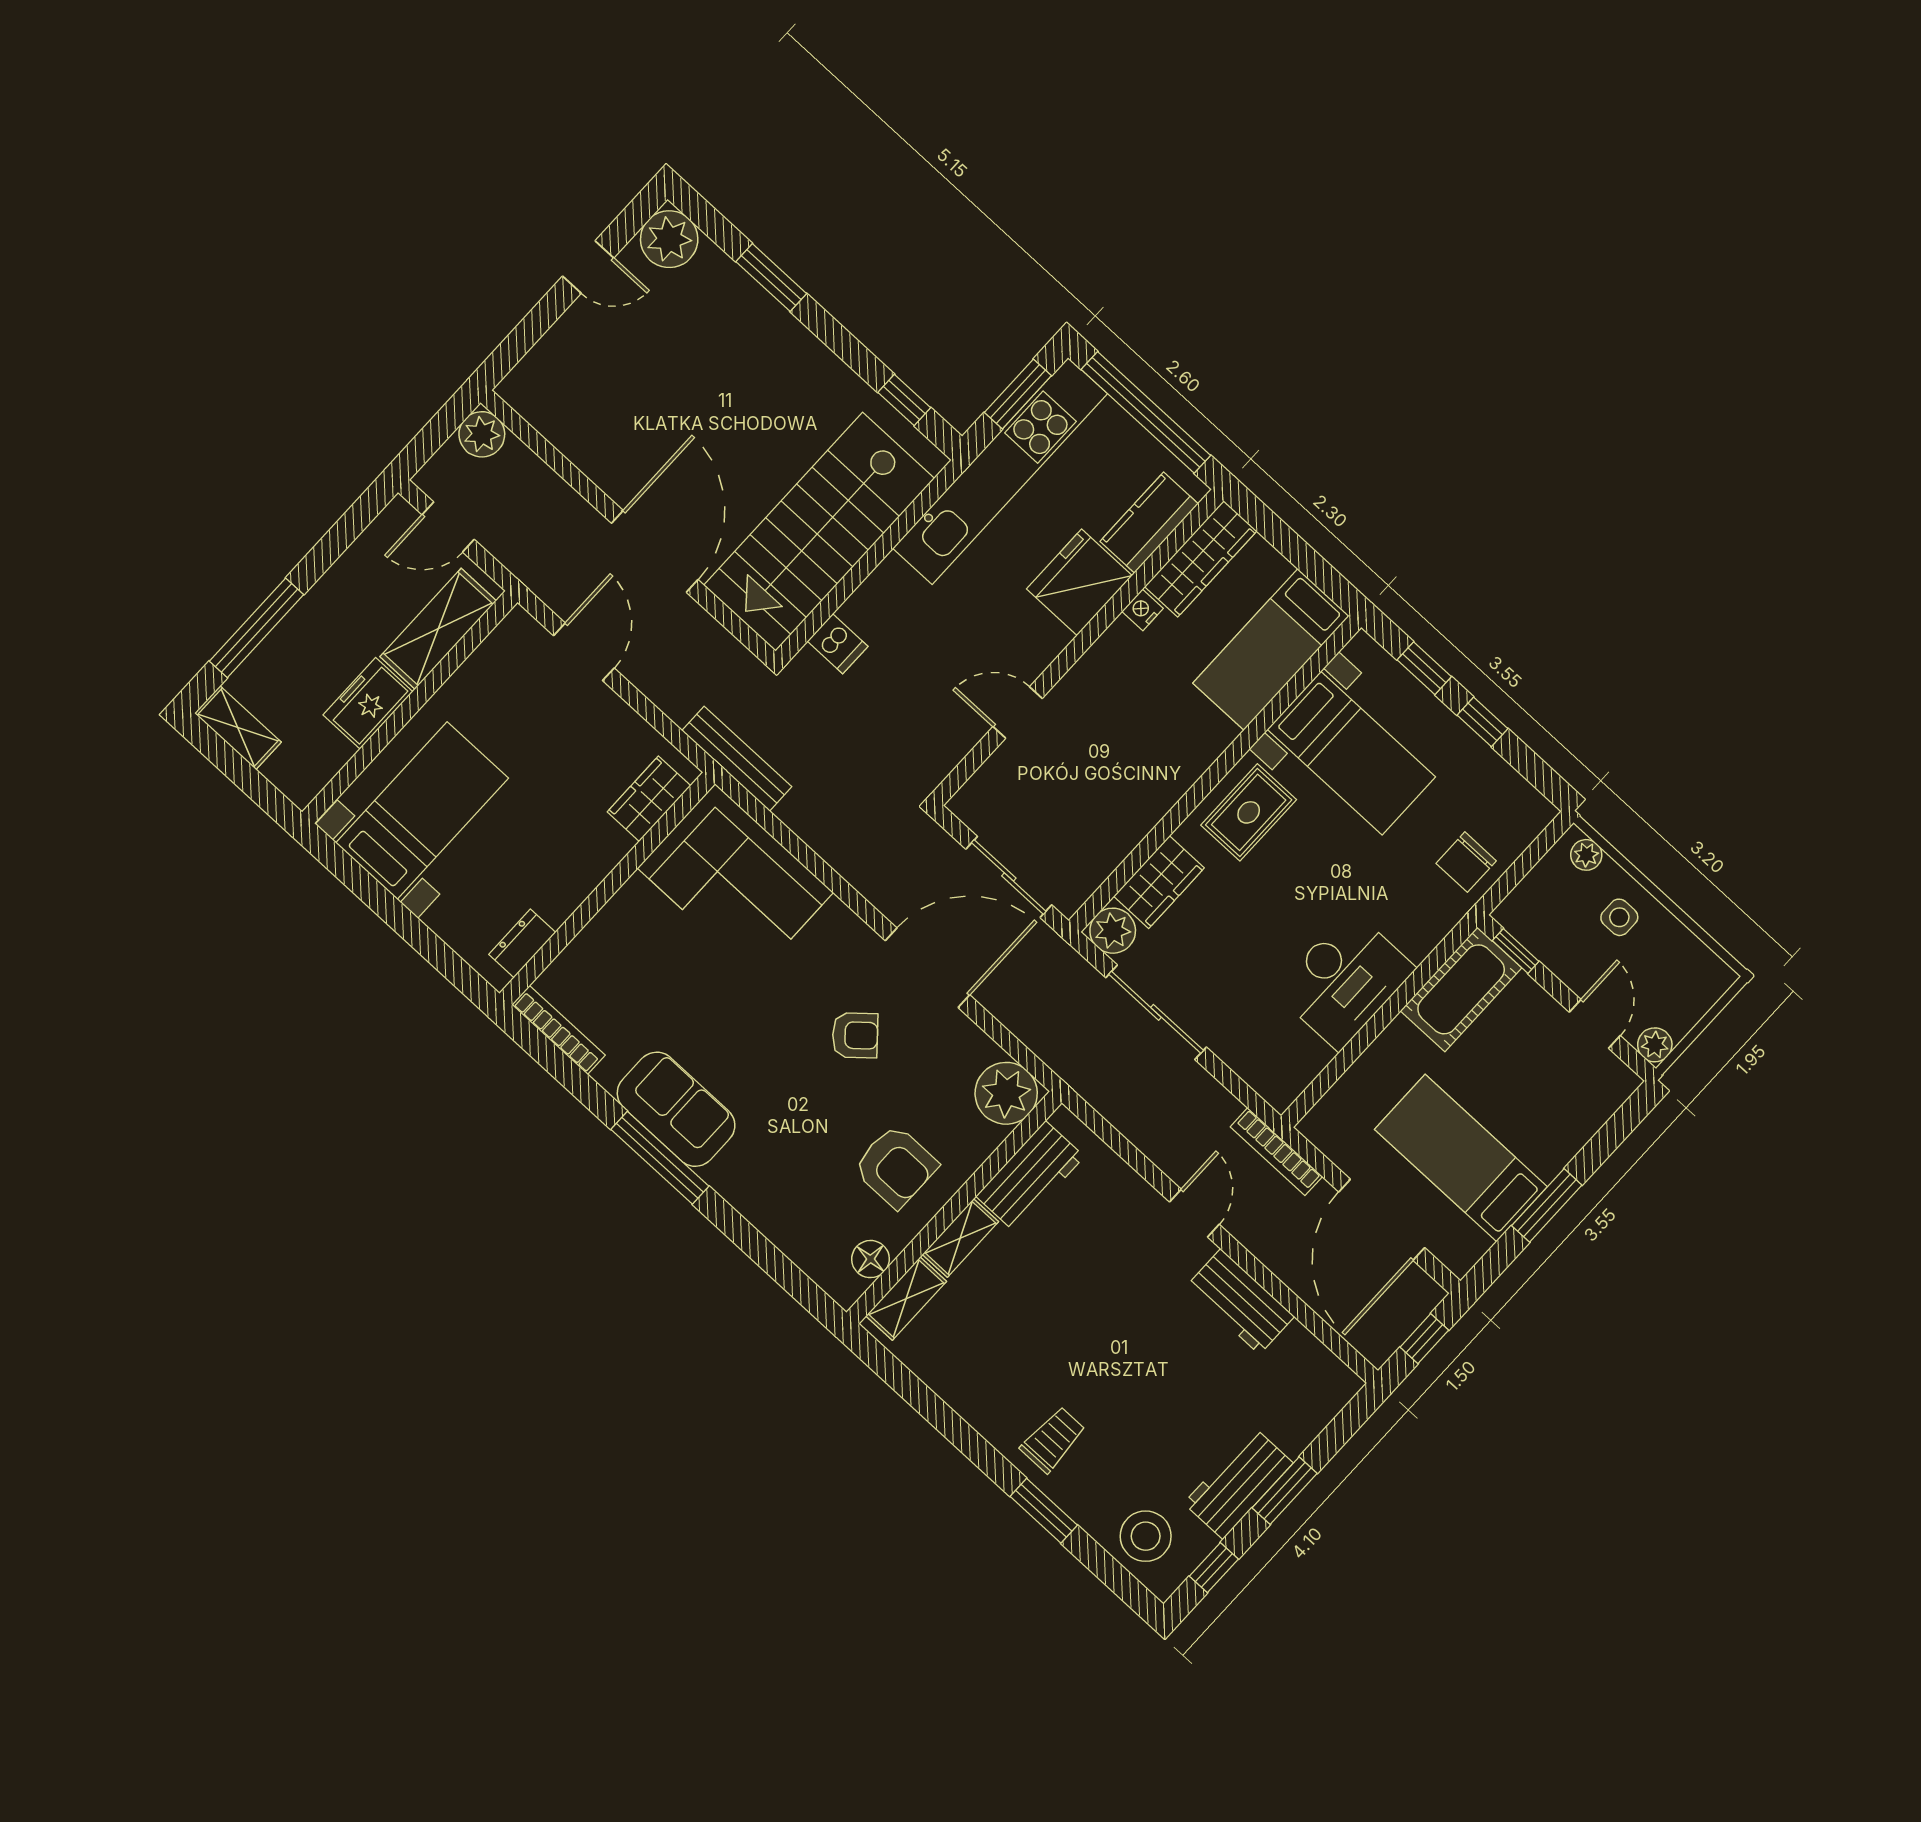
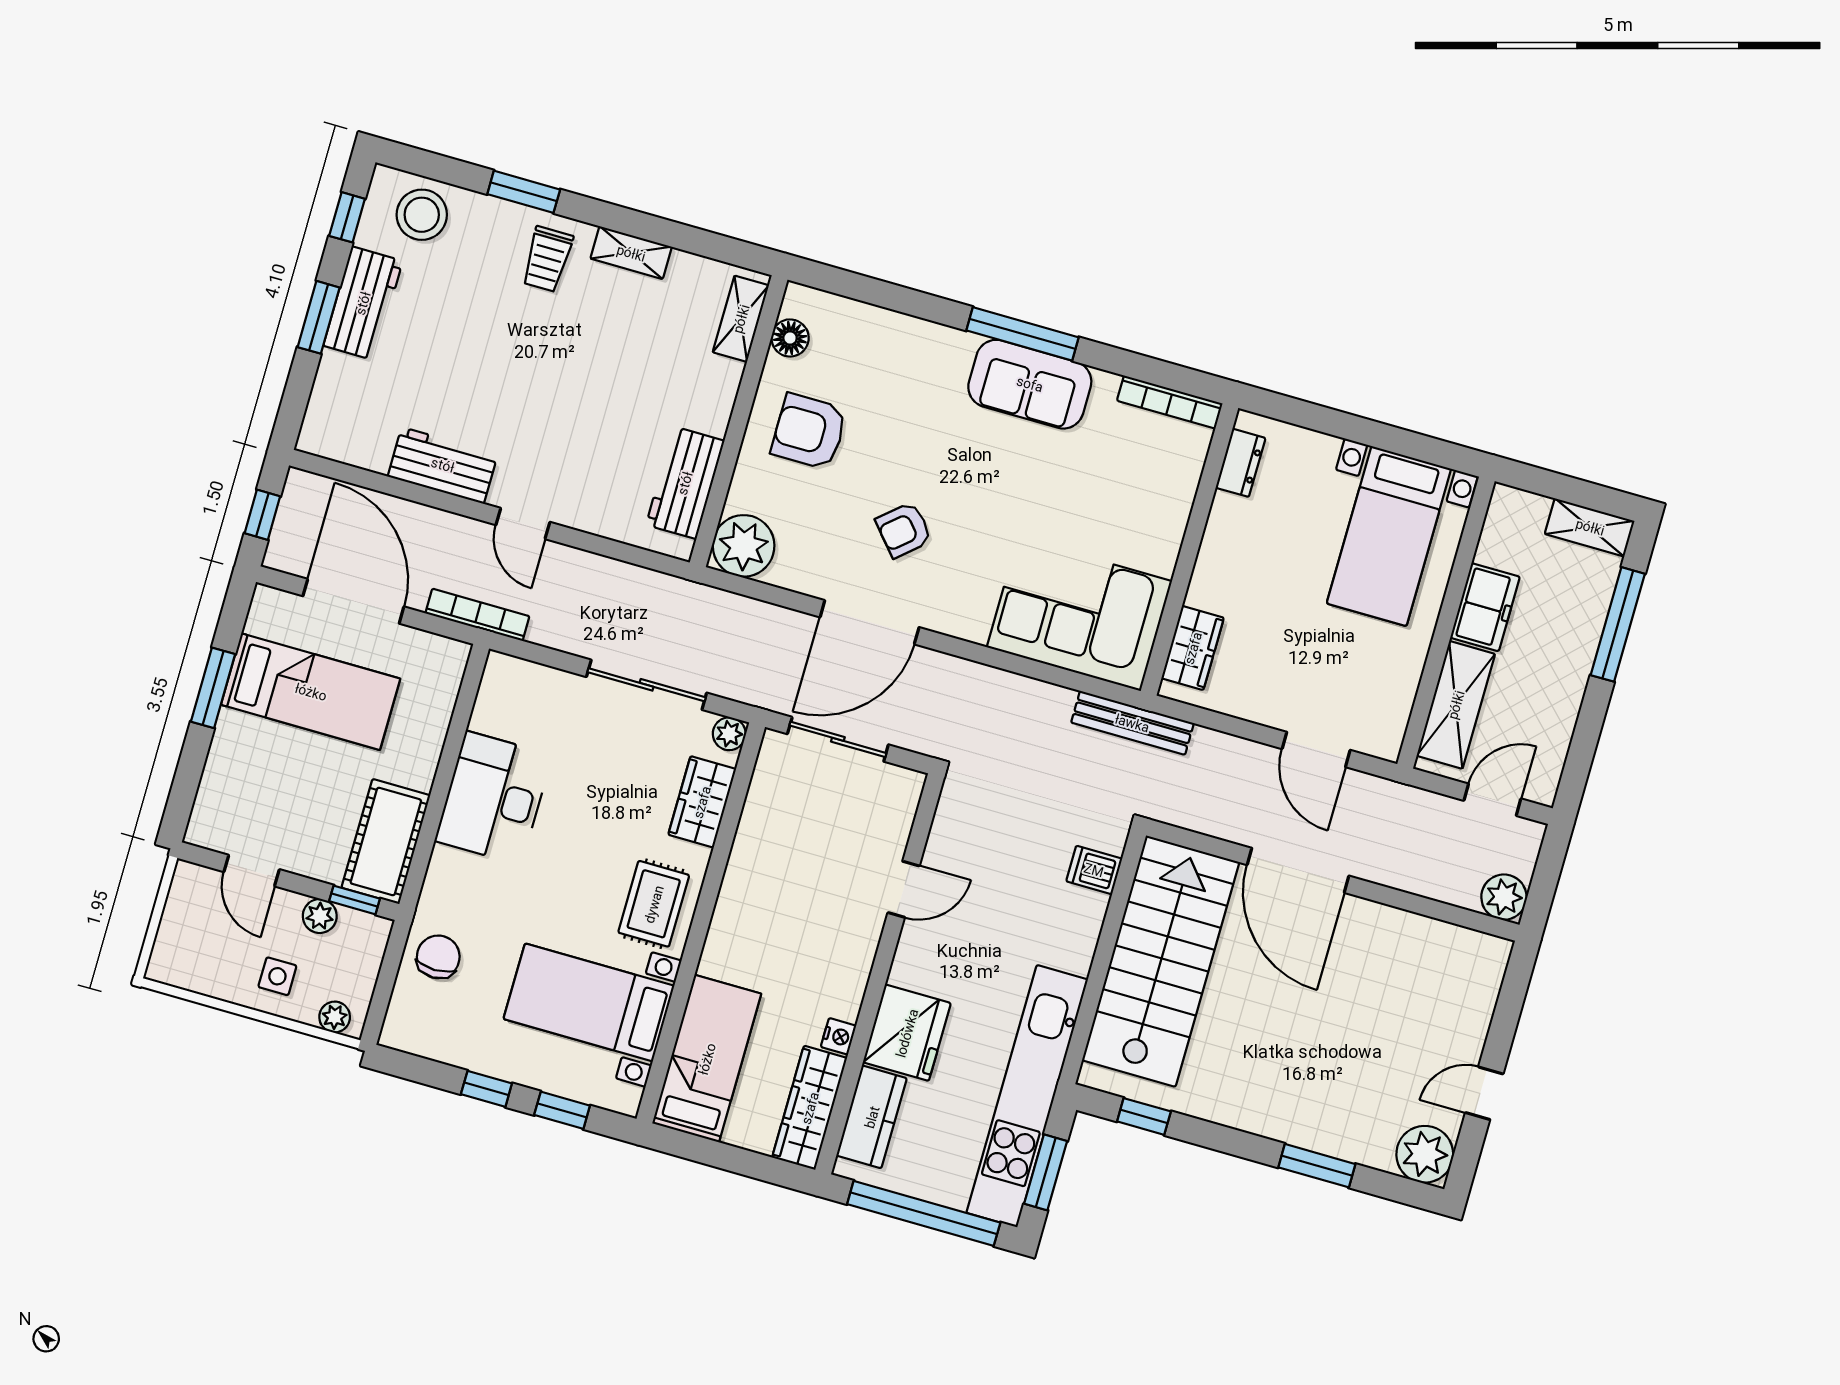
plant: (1113, 931) -> (729, 734), width x0.73, depth x0.73
plant: (1655, 1045) -> (320, 916), moved
shelving: (960, 1238) -> (631, 253), moved, turned 90

